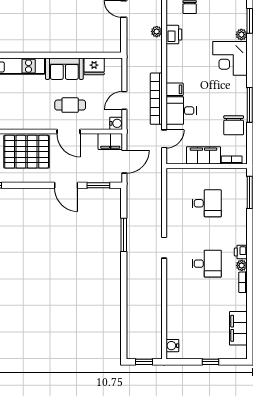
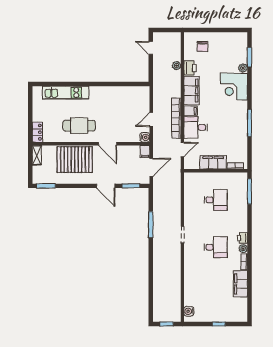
filing cabinet: (176, 63) -> (191, 91), added
fridge: (94, 66) -> (128, 93), removed
sofa: (64, 69) -> (104, 95), removed
cafe table: (70, 105) -> (79, 126), moved, width x1.37, depth x1.35
chair: (234, 125) -> (237, 139), removed
filing cabinet: (110, 142) -> (145, 152), width x0.50
filing cabinet: (238, 328) -> (240, 284), moved

